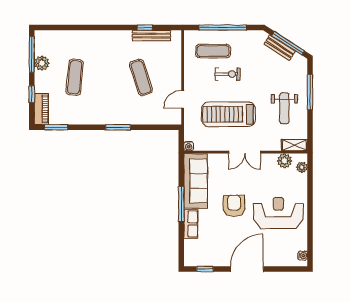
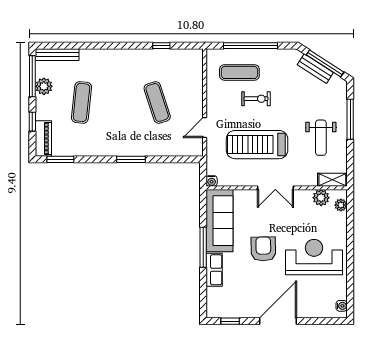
bench: (152, 35) -> (57, 55), moved

